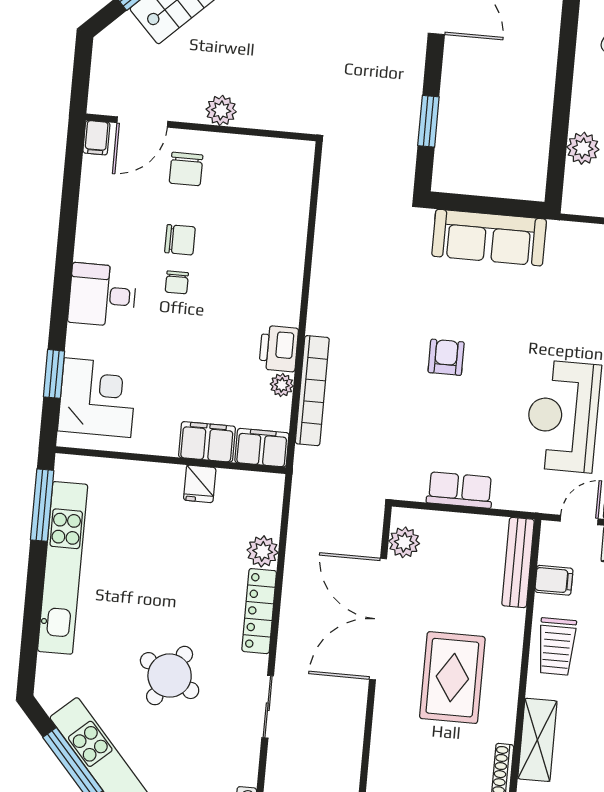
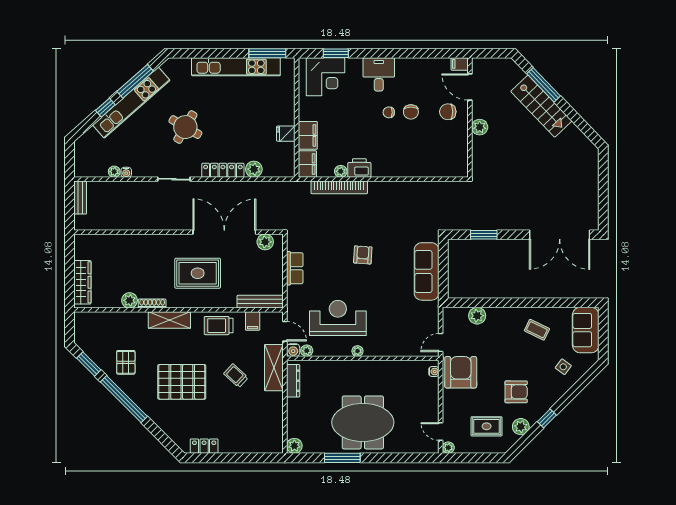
armchair: (446, 357) -> (363, 255), turned -86

